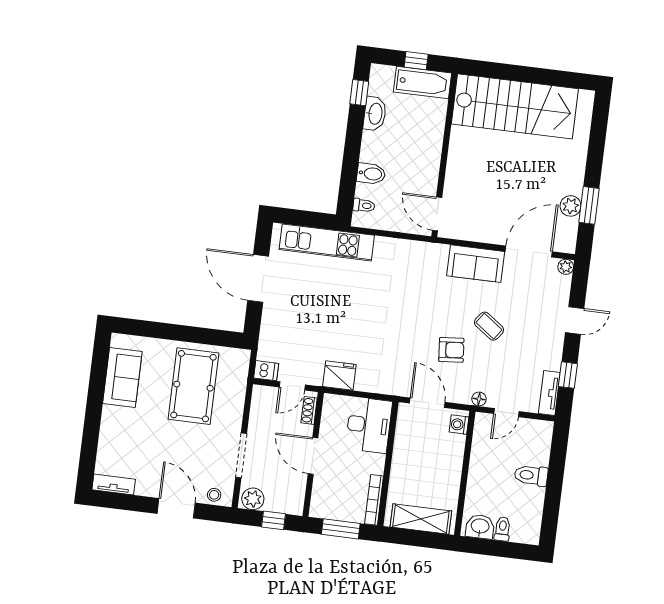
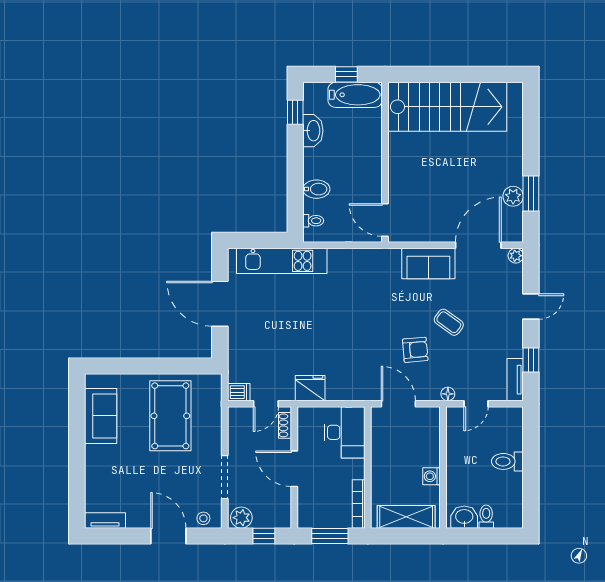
washing machine: (459, 425) -> (432, 476), moved

